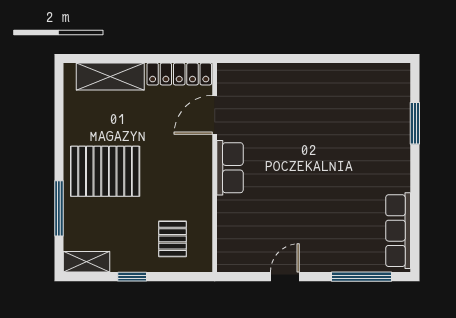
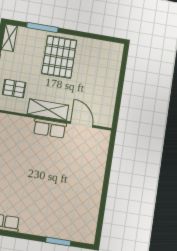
locker: (179, 74) -> (108, 108), removed
shelving: (110, 77) -> (48, 110), moved, turned 90

